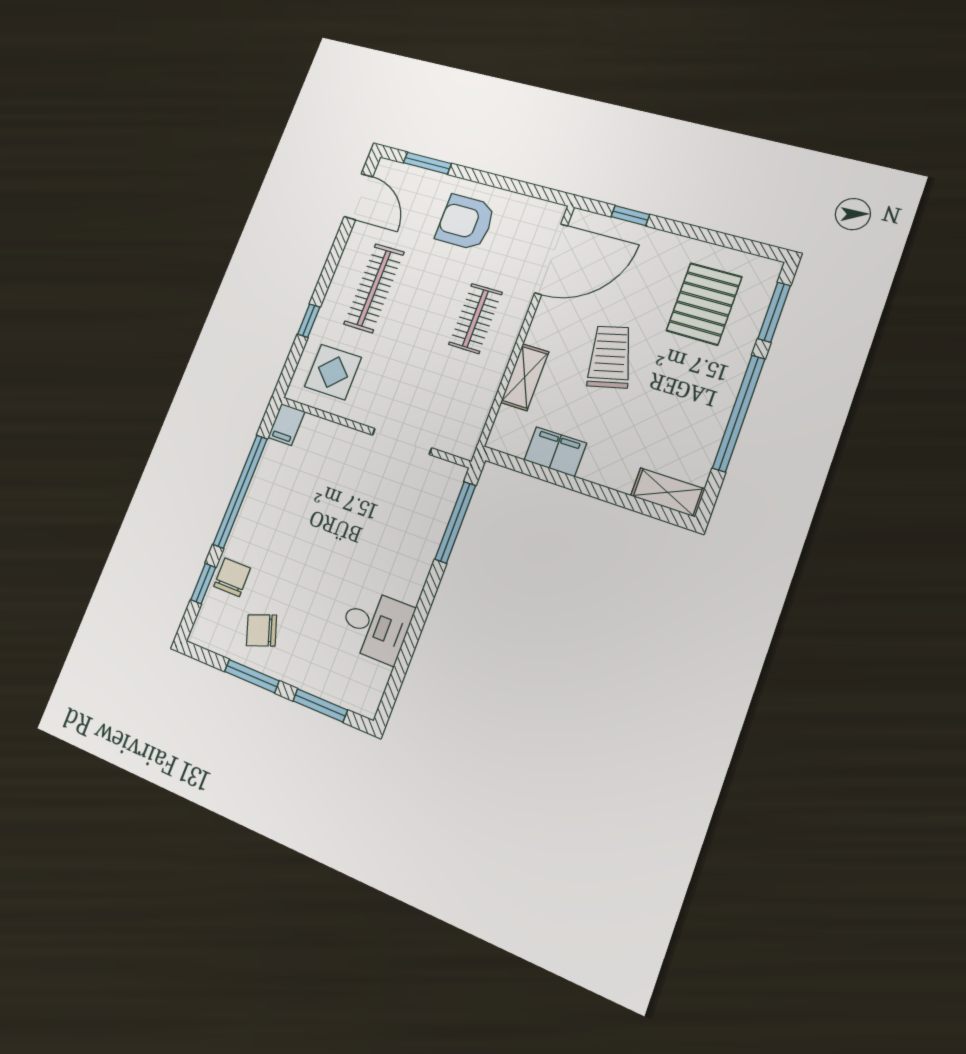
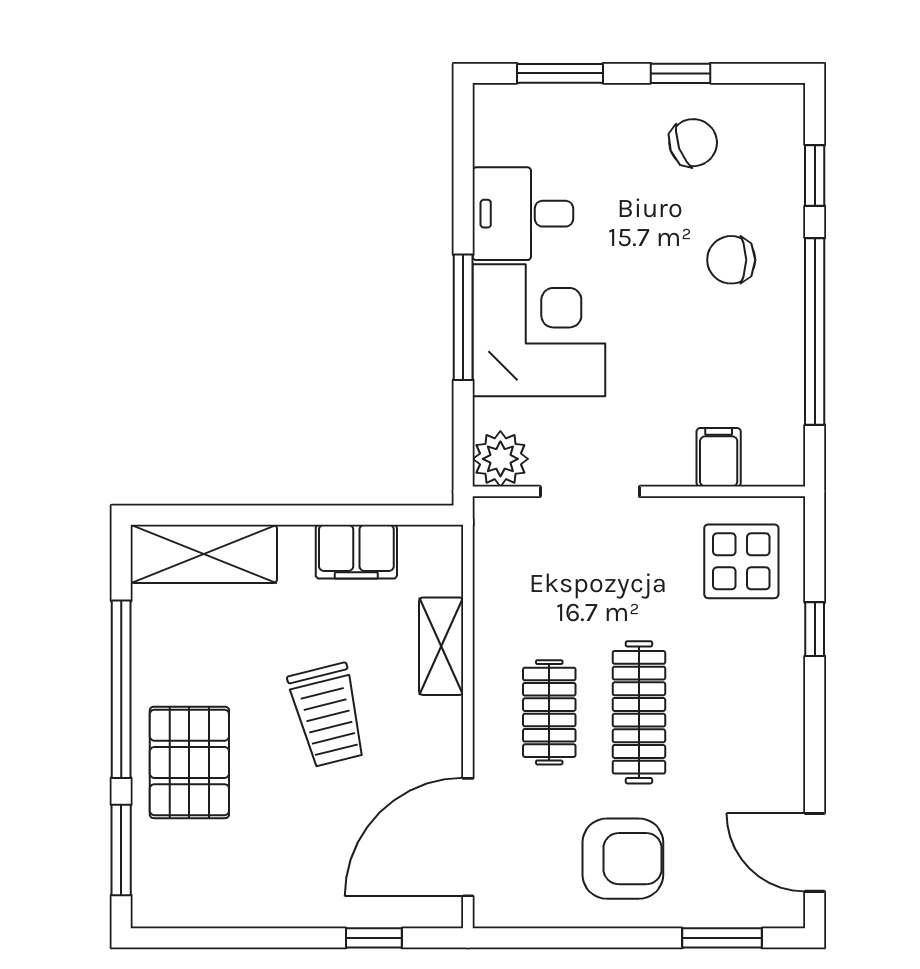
clothes rail: (374, 288) -> (639, 712), moved
pallet: (704, 304) -> (189, 762), moved
filing cabinet: (286, 424) -> (719, 457), moved
plant: (446, 479) -> (500, 459), added
shelving: (668, 492) -> (204, 554), width x1.50, depth x1.33
window: (455, 522) -> (463, 317), moved
corner desk: (394, 550) -> (539, 330), added
chair: (232, 577) -> (731, 260), moved, turned 90
window: (252, 676) -> (680, 73), width x0.67

